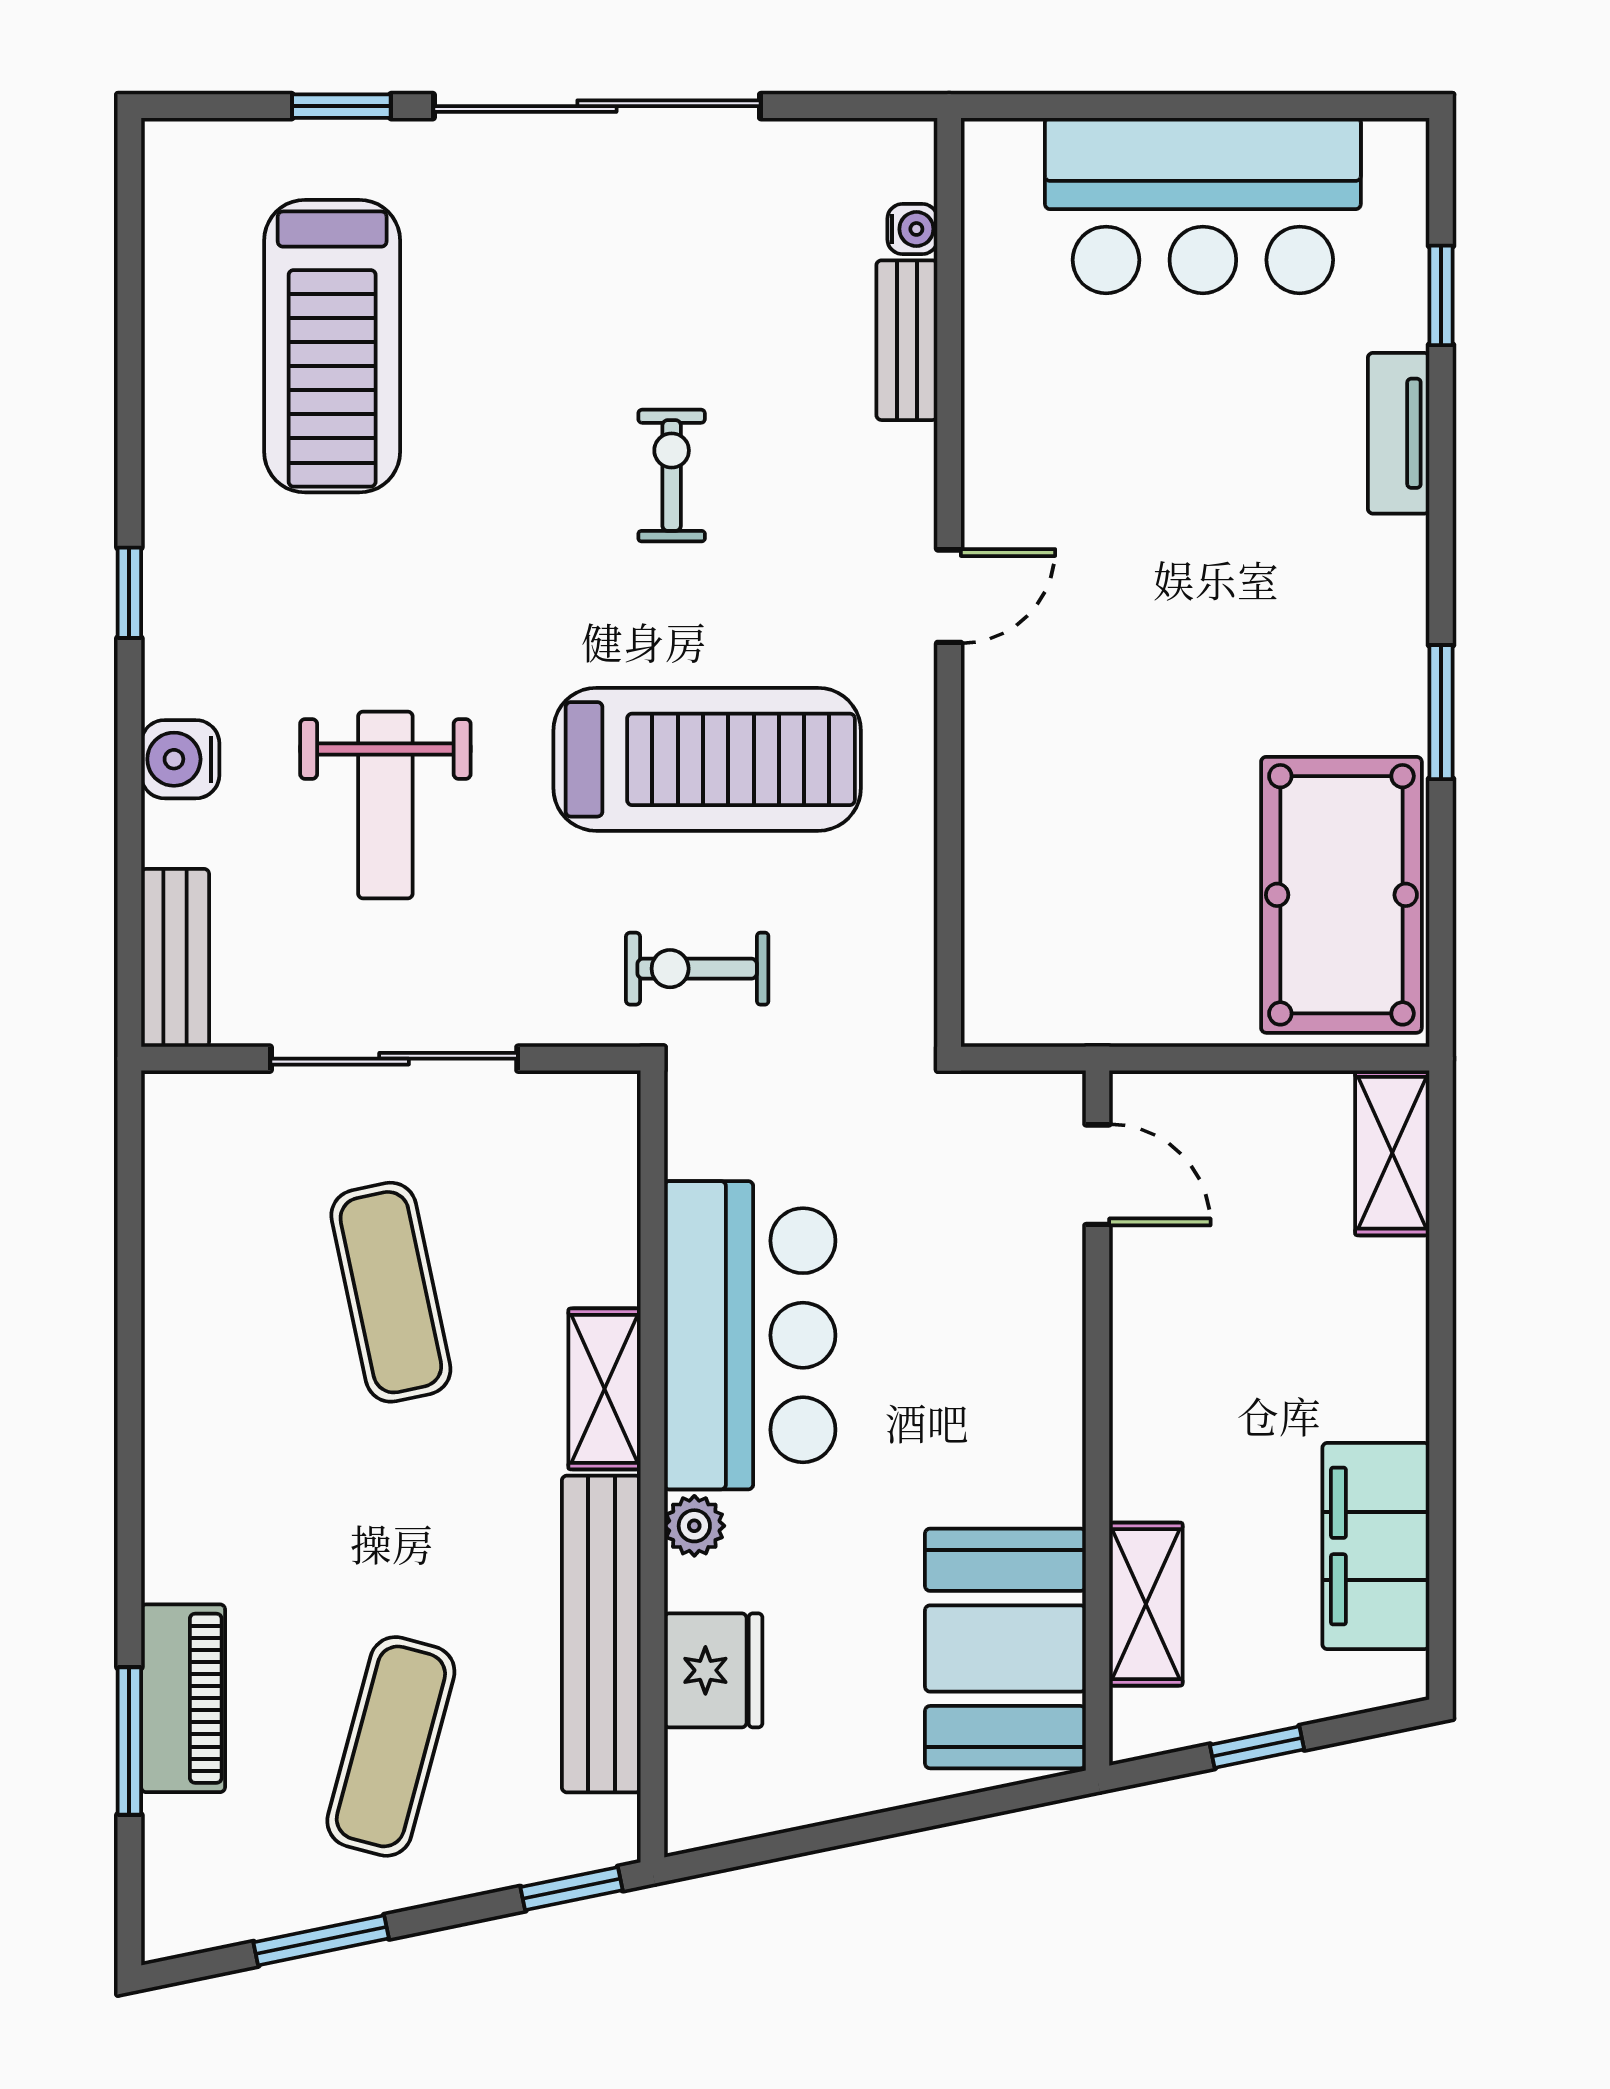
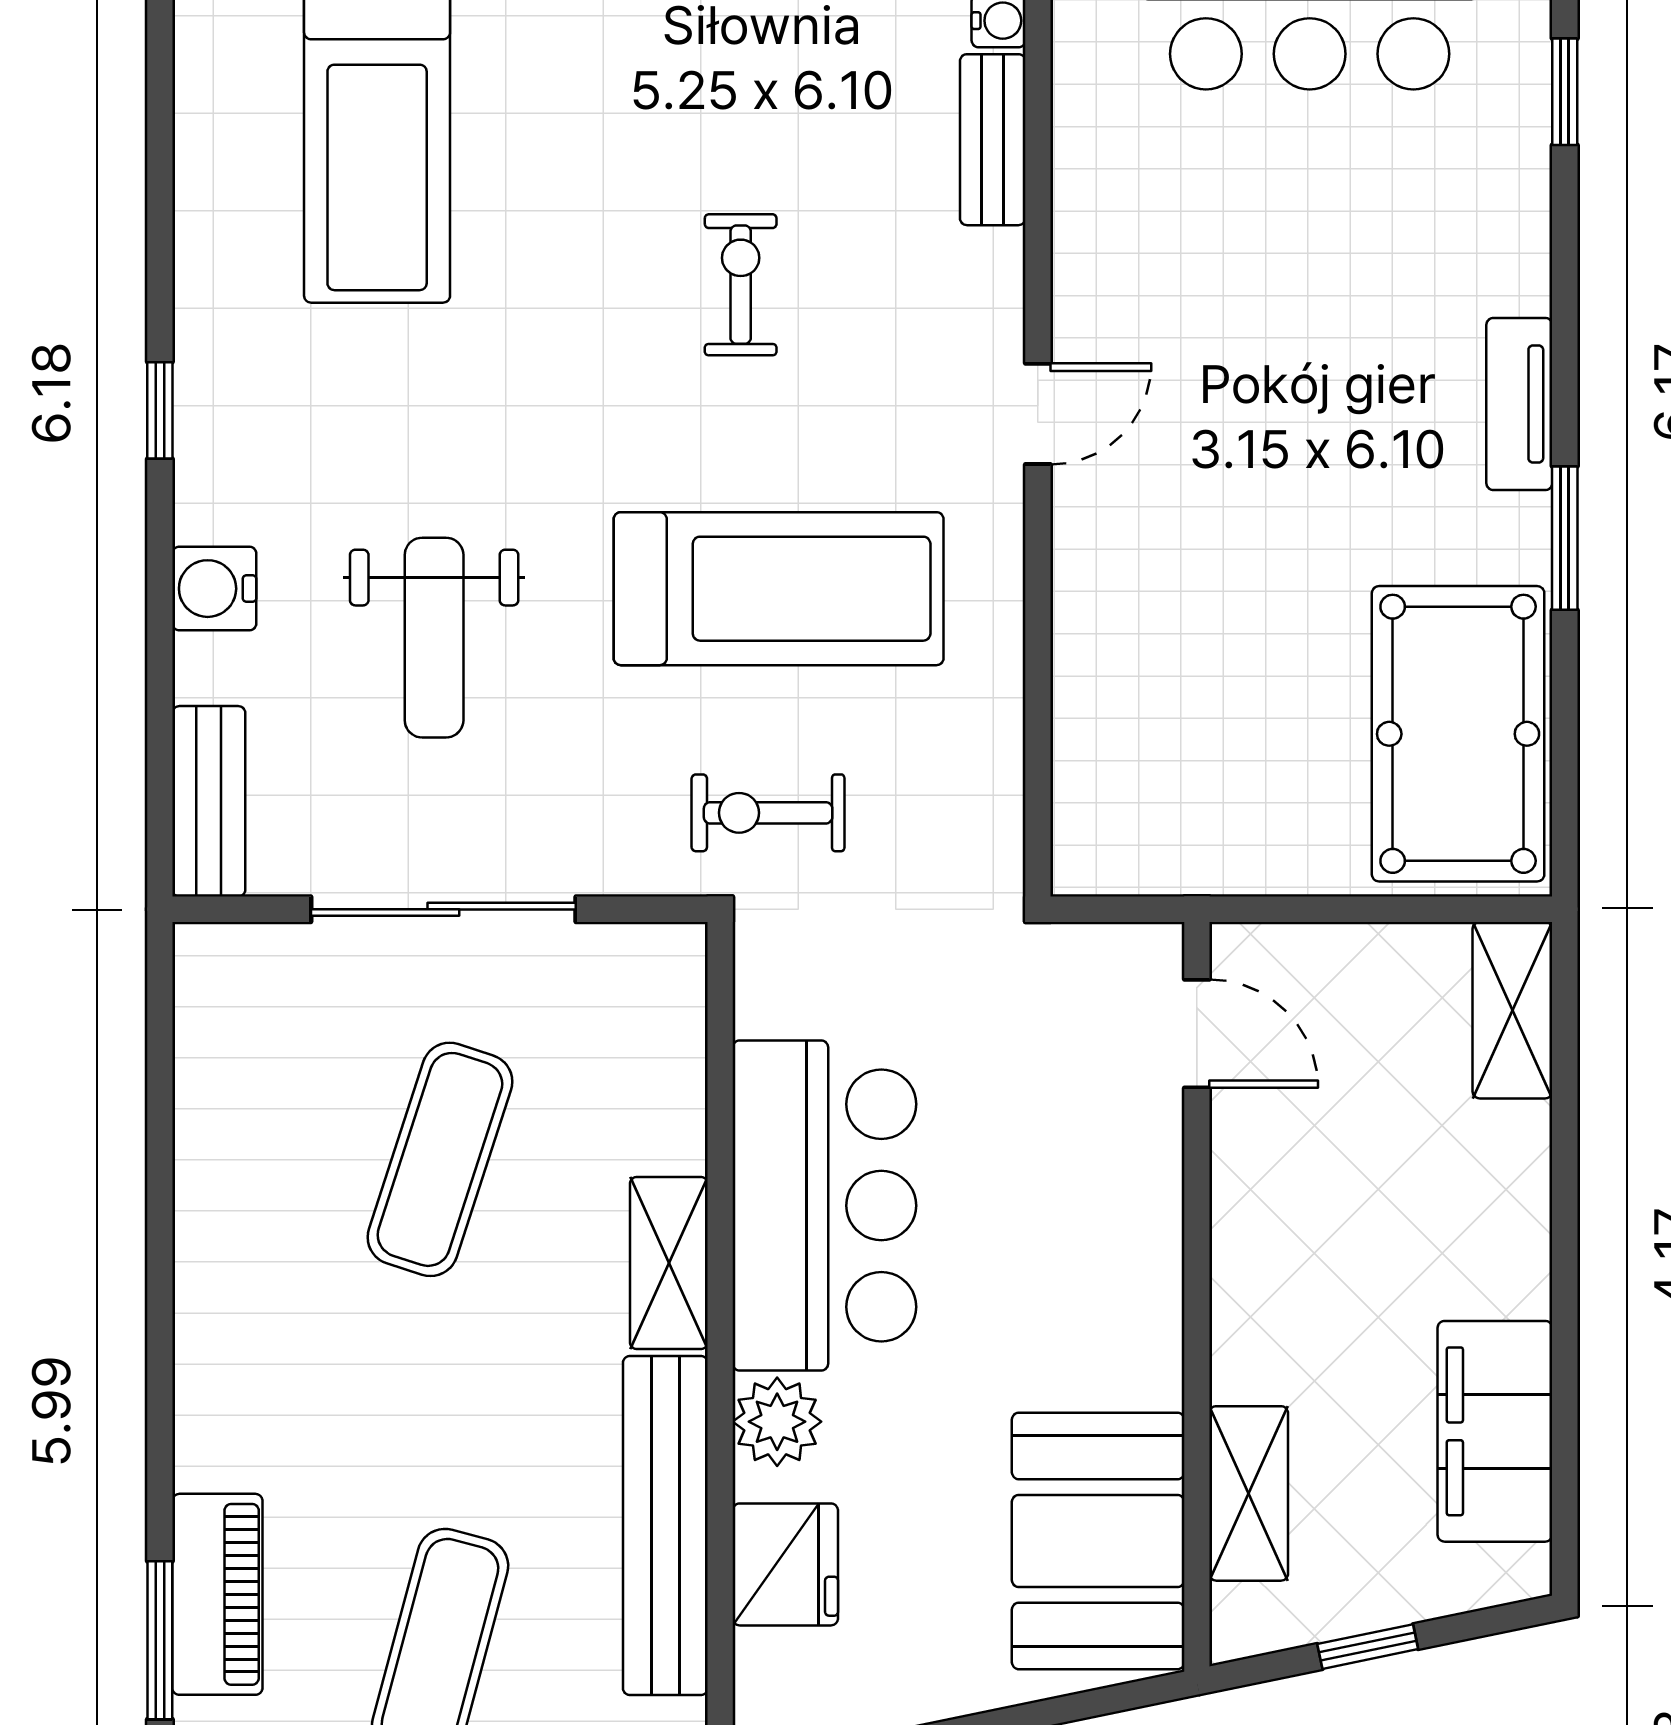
tv unit: (1399, 433) -> (1519, 404), moved
exercise mat: (391, 1292) -> (440, 1159), turned 30
plant: (694, 1526) -> (777, 1422), width x1.38, depth x1.38

